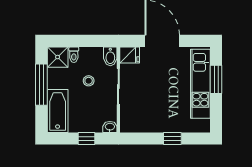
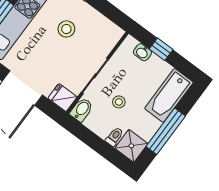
stool: (162, 104) -> (66, 29), added
washbasin: (110, 127) -> (142, 52), moved

